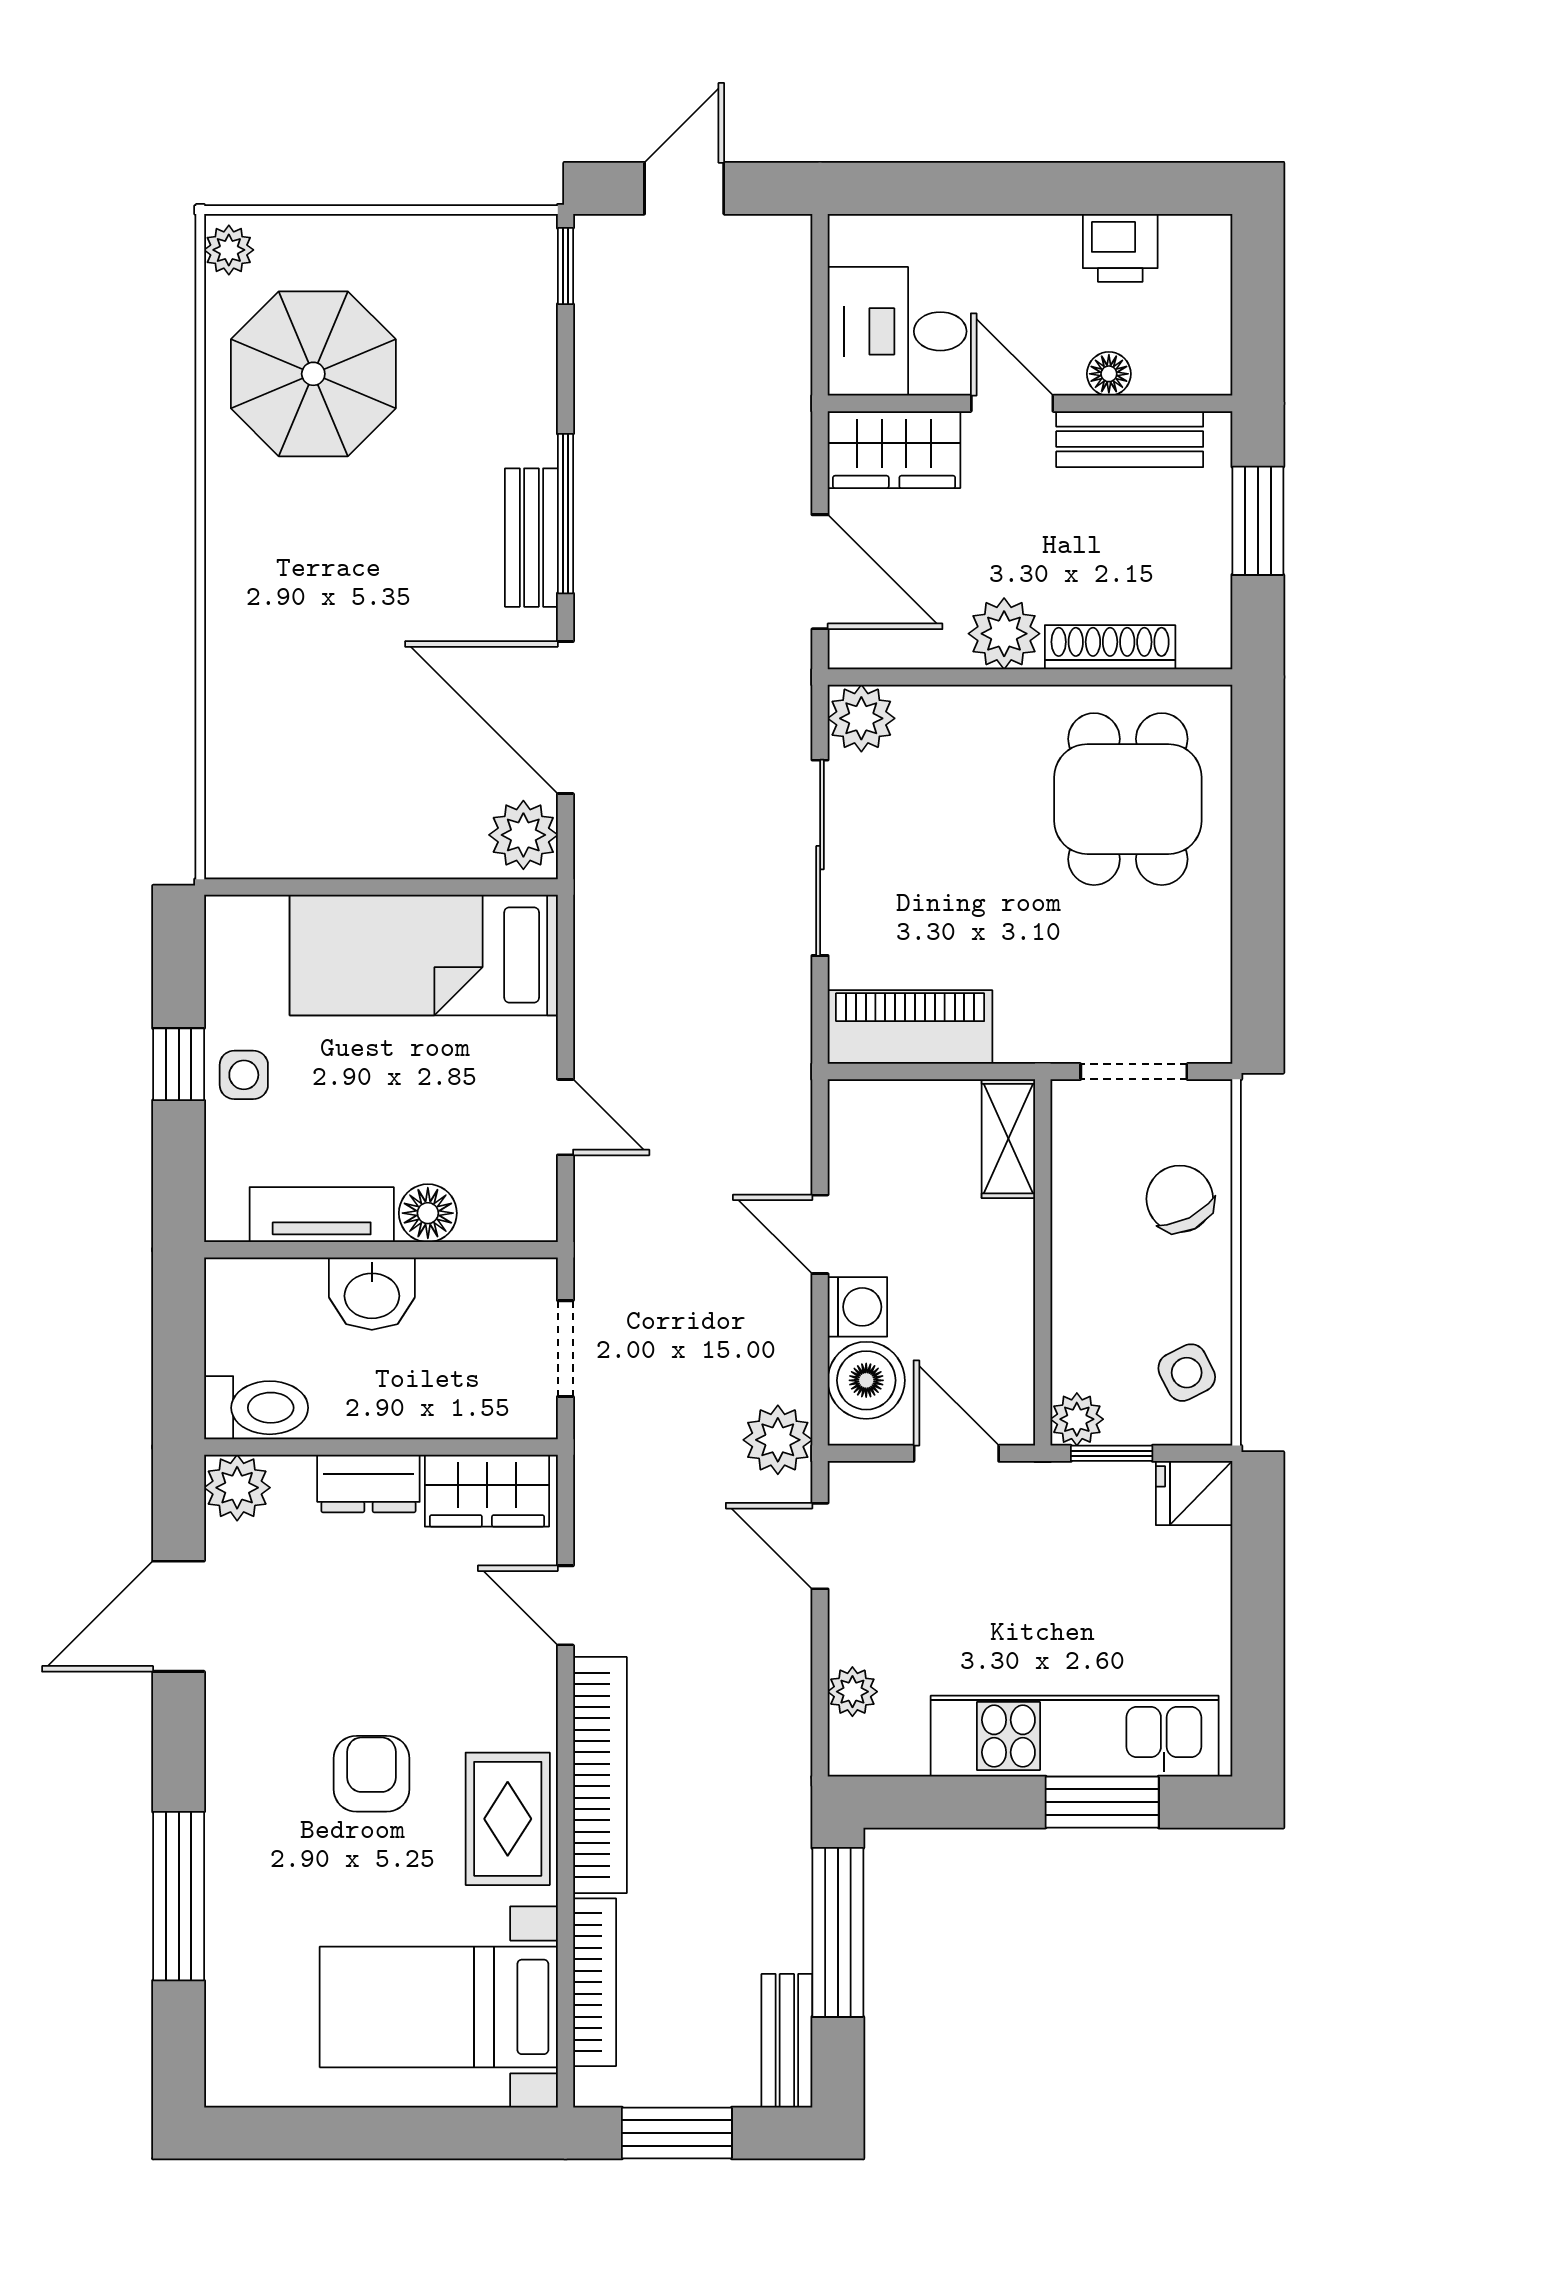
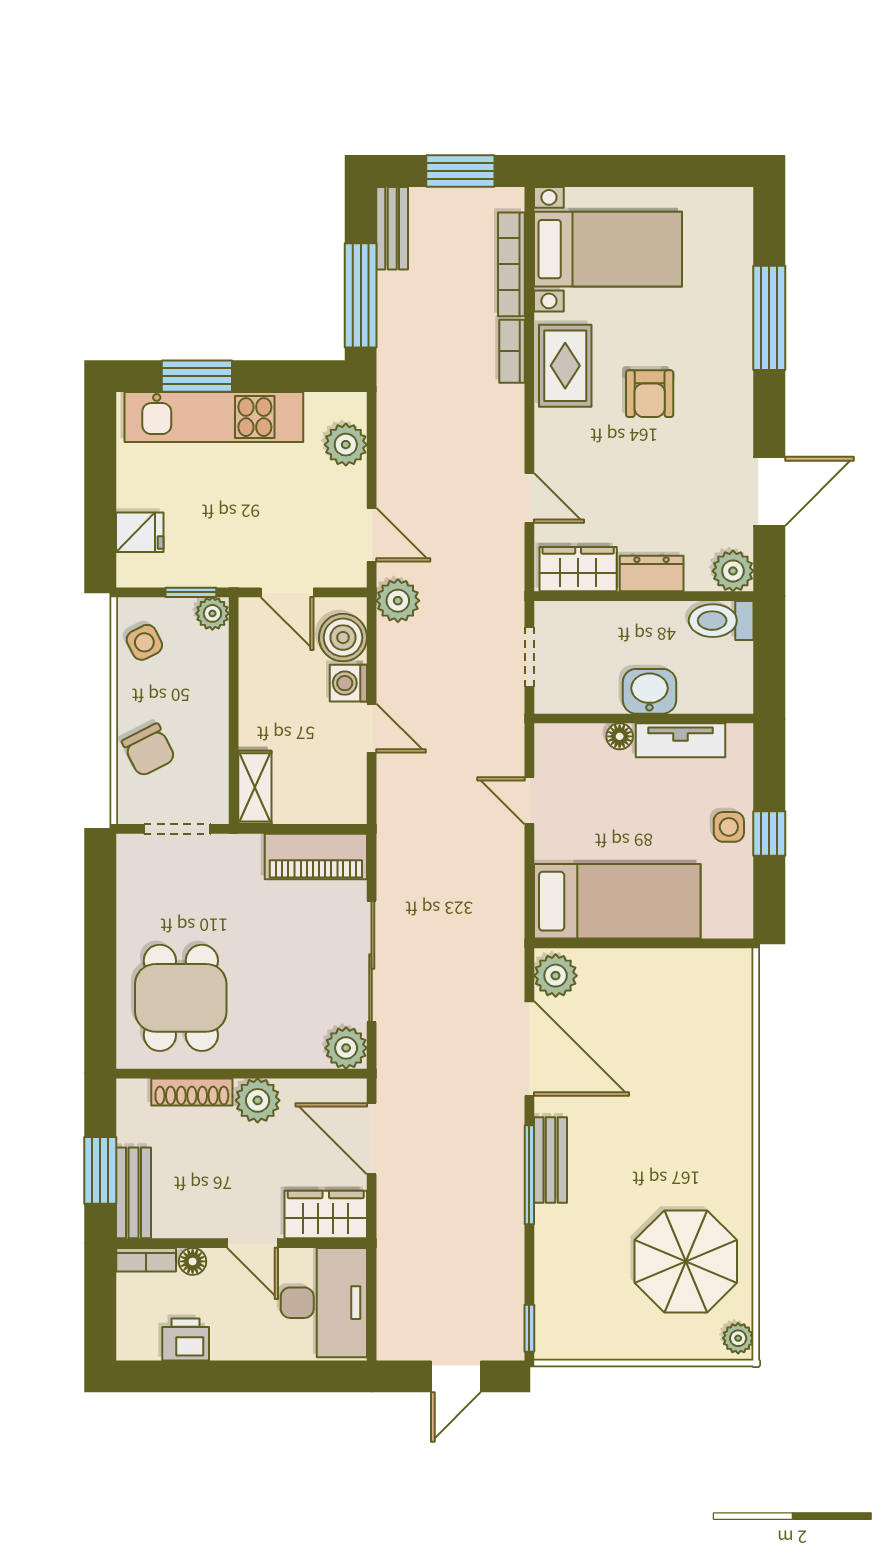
desk: (897, 331) -> (324, 1303), width x1.37
bookcase: (1184, 377) -> (146, 1260), added
bench: (1130, 439) -> (133, 1193), moved, turned 90
floor lamp: (428, 1213) -> (620, 736), width x0.73, depth x0.73
fridge: (1194, 1493) -> (140, 532), moved
plant: (852, 1692) -> (346, 445), width x1.38, depth x1.38
bookcase: (600, 1775) -> (512, 351), width x0.43, depth x0.76

